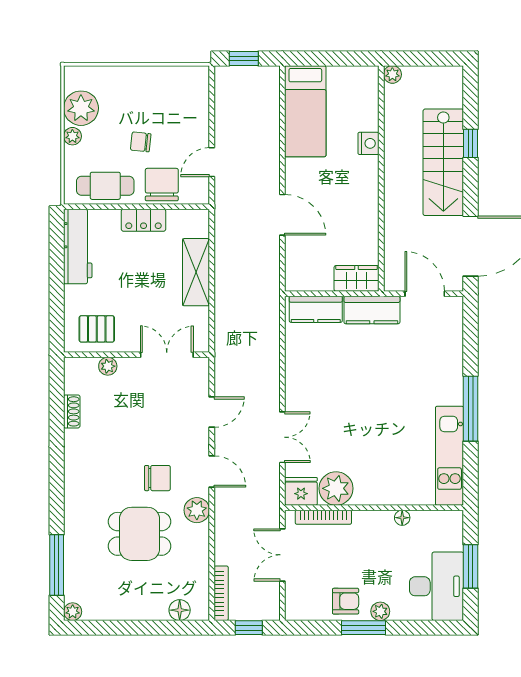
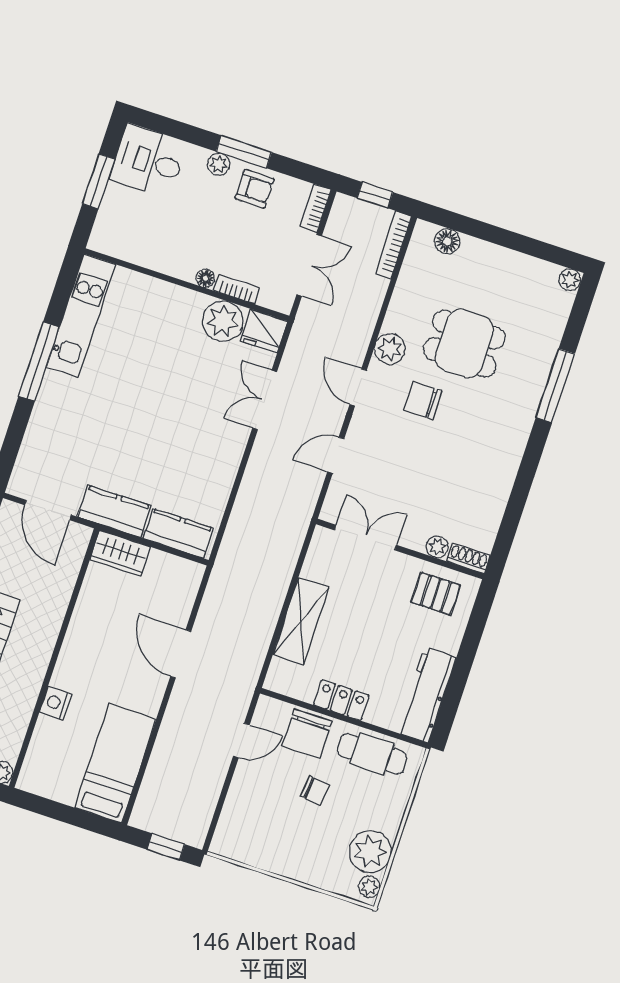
plant: (72, 136) -> (369, 887), moved
double door: (167, 355) -> (366, 538), swing flipped
shoe rack: (72, 411) -> (468, 558), moved, turned 90
bookcase: (323, 517) -> (237, 289), width x0.64
floor lamp: (402, 518) -> (205, 278), moved
window: (57, 565) -> (555, 386), moved
desk: (436, 586) -> (148, 161), width x0.73
armchair: (346, 601) -> (254, 189), turned 180
bookcase: (292, 602) -> (315, 208), added

